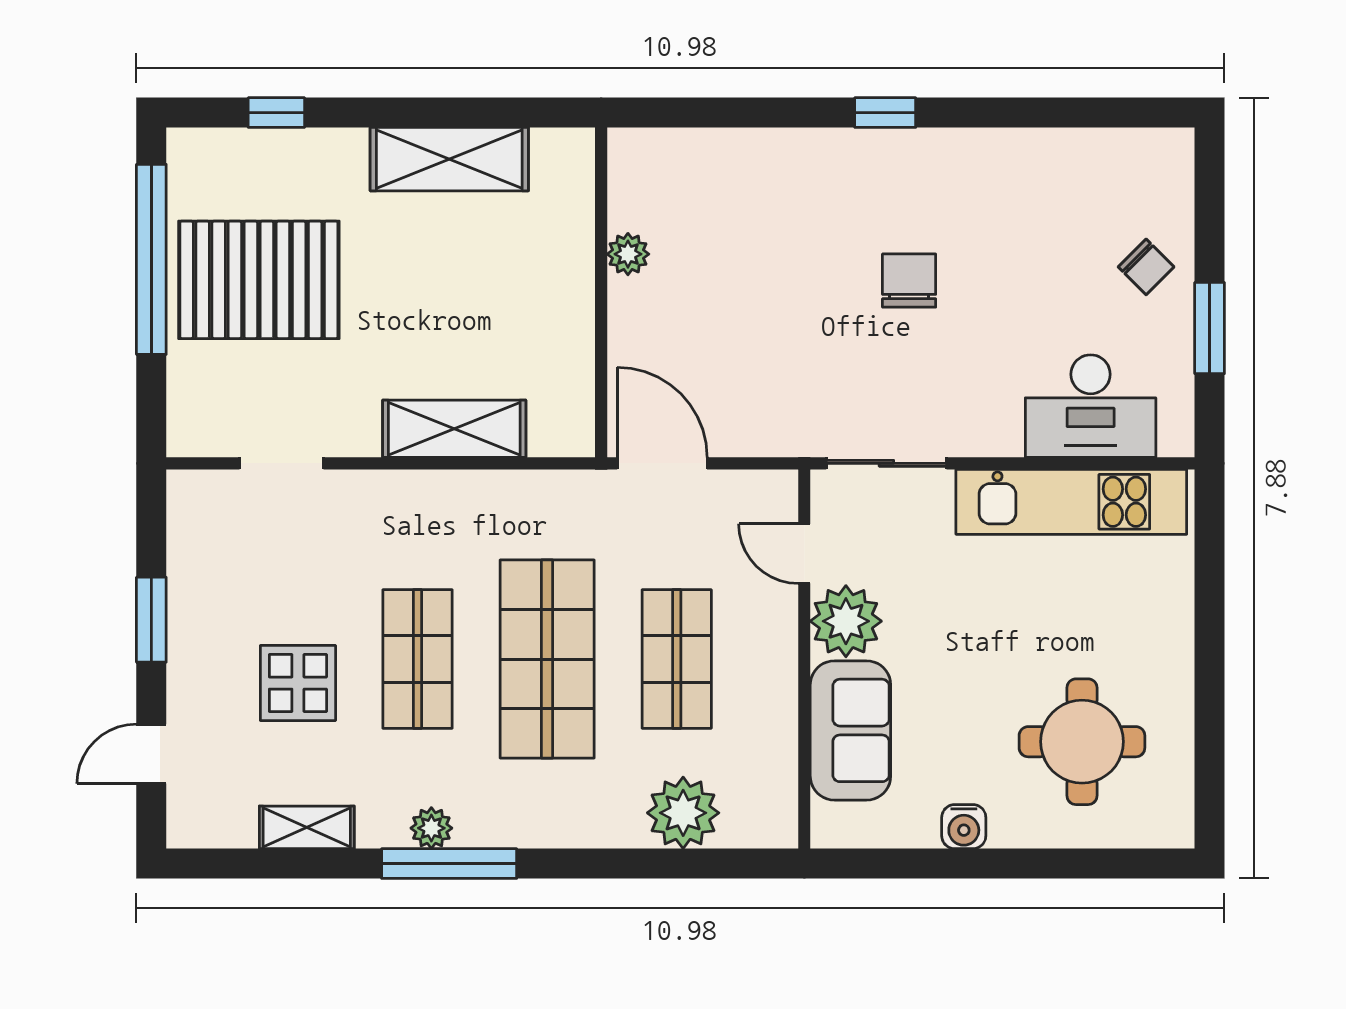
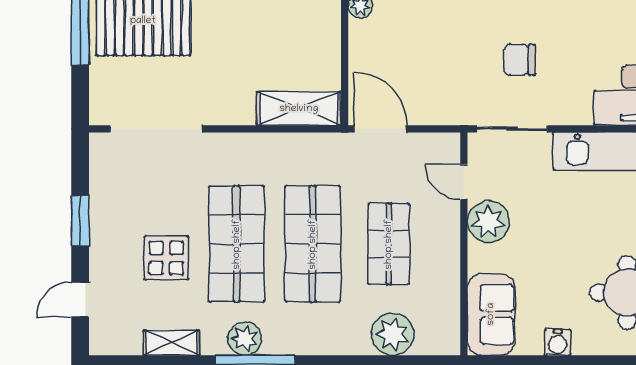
chair: (909, 281) -> (519, 60), moved, turned -90
shelving: (454, 429) -> (299, 109), moved
doorway: (281, 463) -> (157, 129), width x1.87
shop shelf: (417, 659) -> (237, 244), width x1.43, depth x1.36
sofa: (850, 730) -> (491, 314), moved
plant: (431, 828) -> (245, 339), width x1.38, depth x1.38

